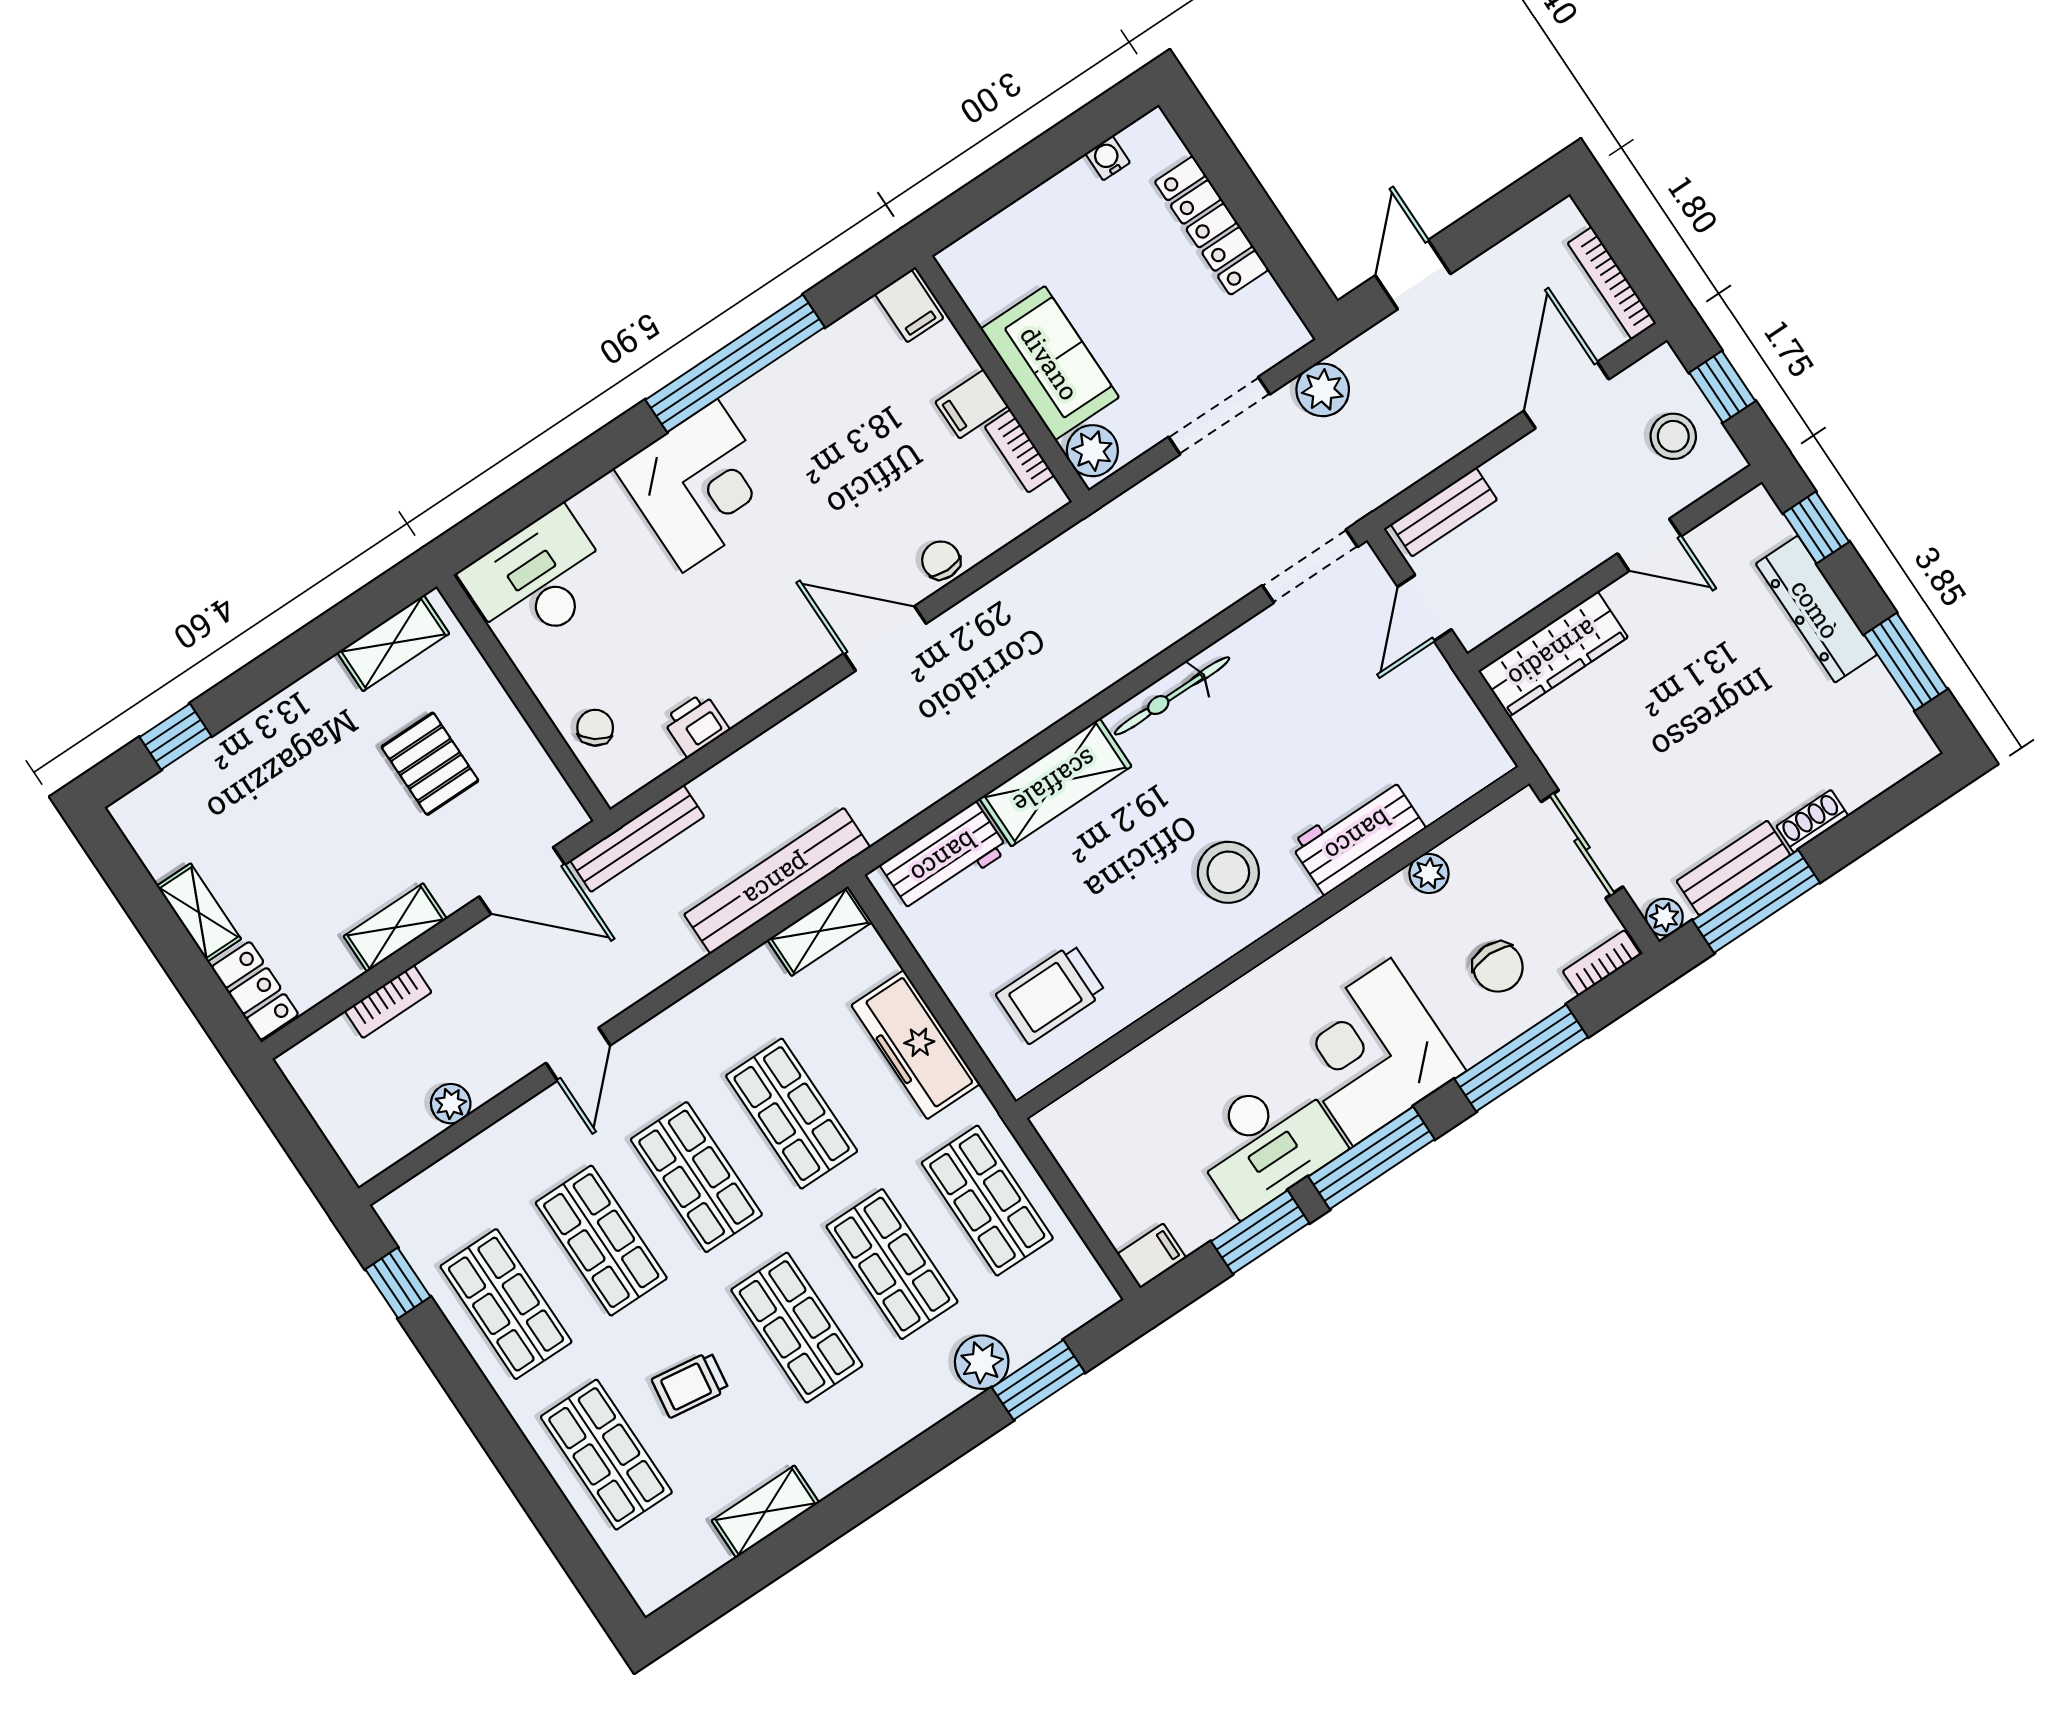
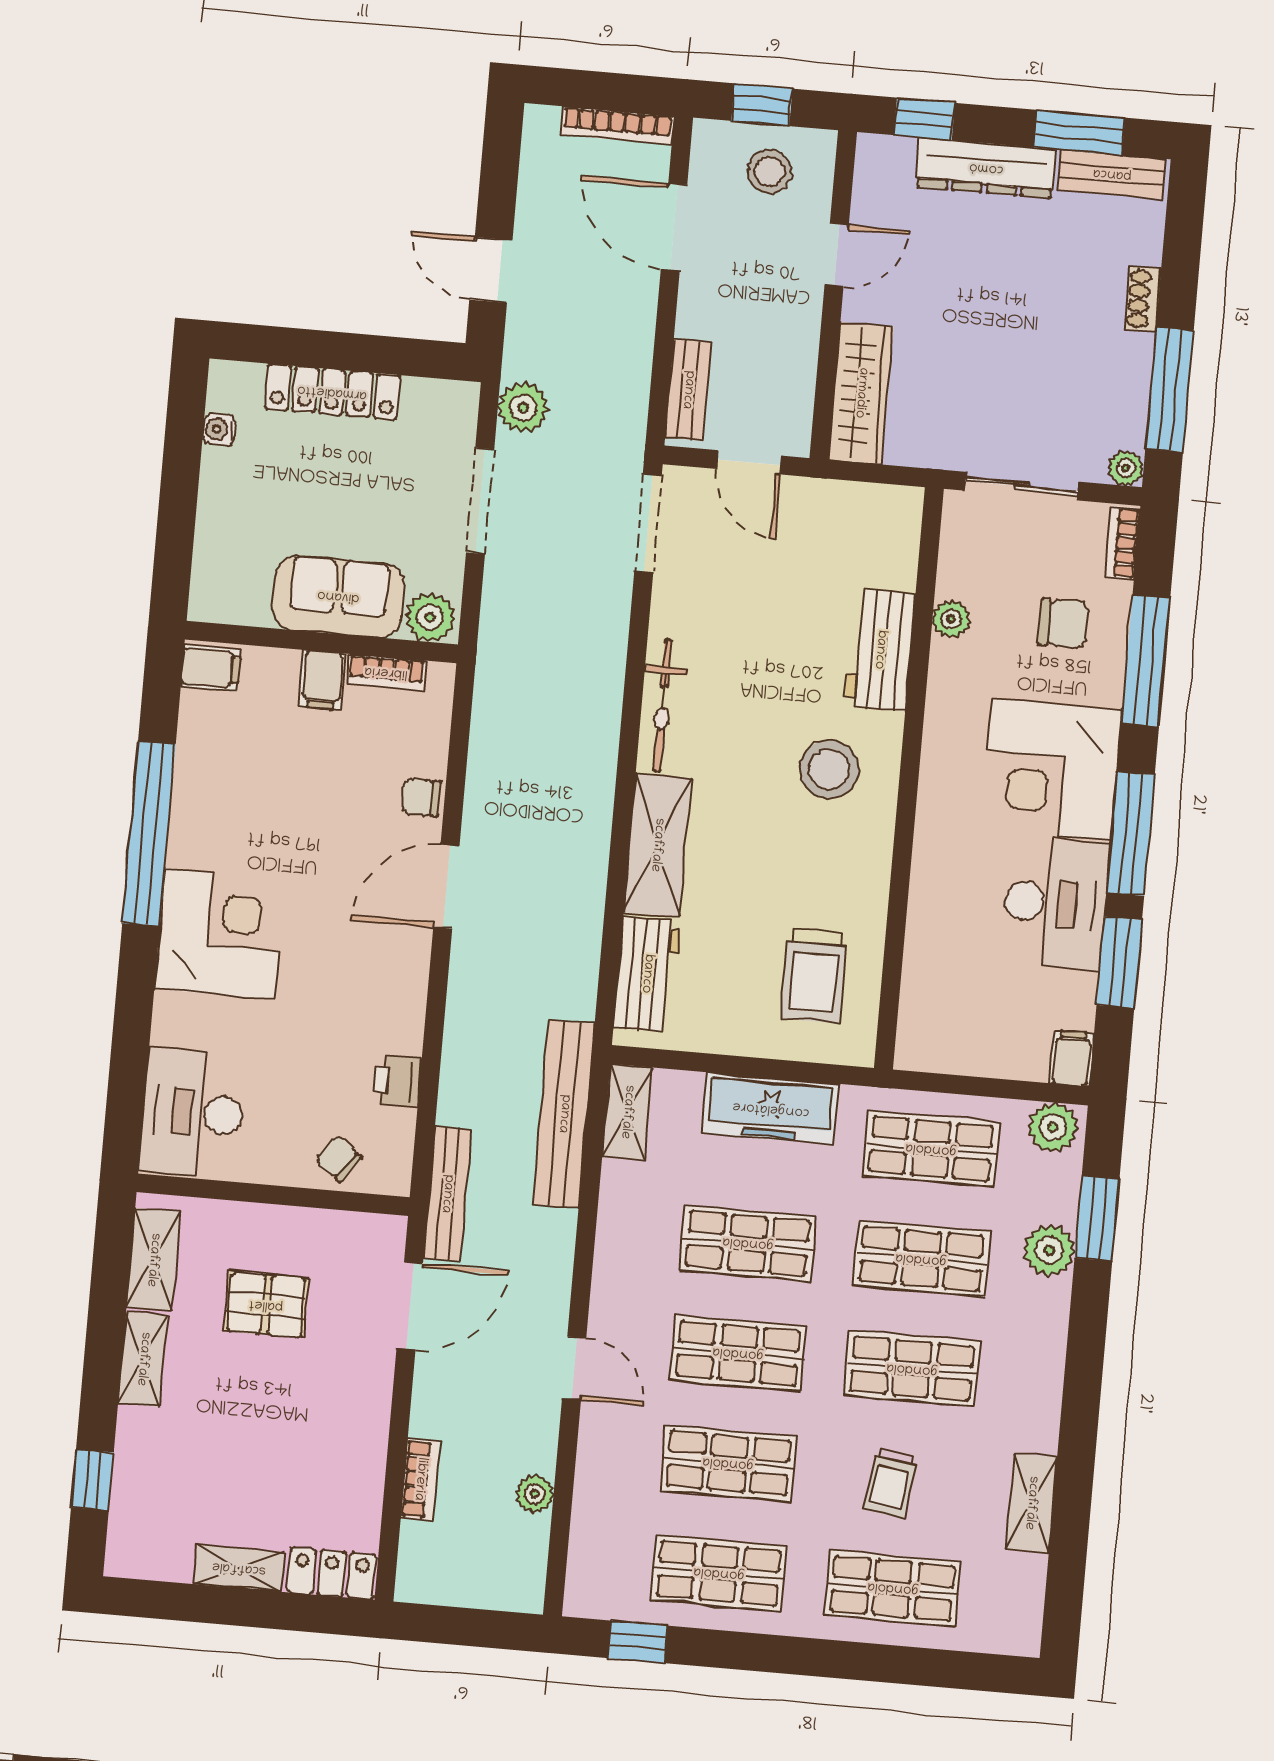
bench: (1733, 868) -> (1112, 174), moved, turned 90
shelving: (395, 928) -> (143, 1359), moved
plant: (1083, 1286) -> (1053, 1127), added

